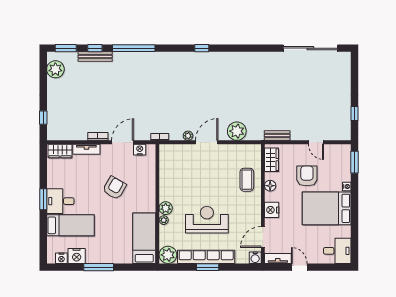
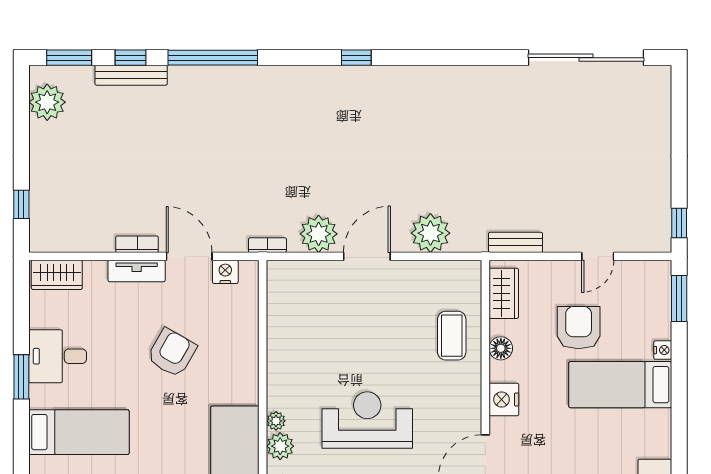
window: (355, 113) -> (679, 223), moved
plant: (188, 136) -> (319, 234), width x1.87, depth x1.87
door: (123, 142) -> (189, 256), hinge flipped
door: (316, 142) -> (598, 256), hinge flipped
tv unit: (86, 149) -> (137, 271), moved
desk: (60, 201) -> (58, 356), moved
plant: (166, 208) -> (280, 446), moved
bed: (327, 208) -> (620, 385), width x0.67

